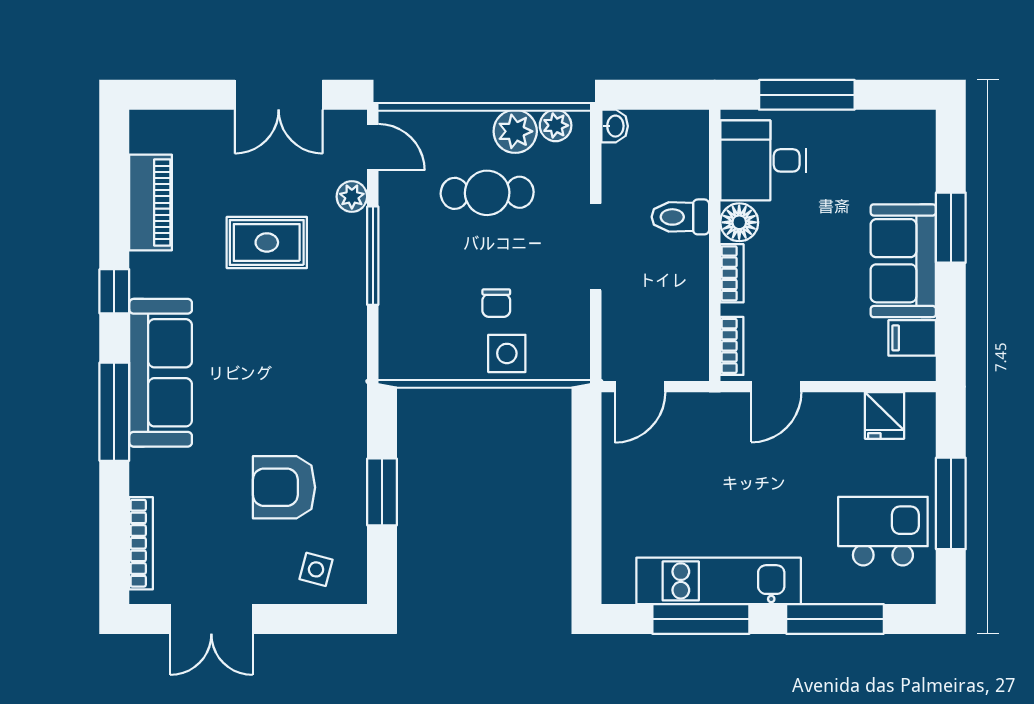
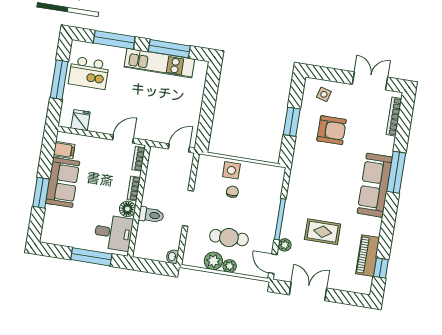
plant: (556, 125) -> (230, 266), moved
window: (114, 291) -> (381, 268), moved

